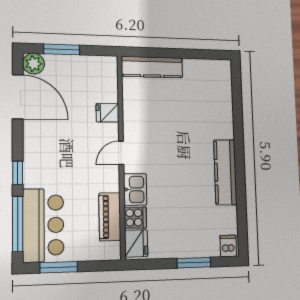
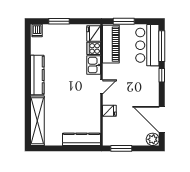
window: (62, 49) -> (121, 148), moved
shelving: (222, 98) -> (37, 121), added
piano: (110, 217) -> (111, 44), width x1.37, depth x1.33
window: (59, 267) -> (124, 21), moved

